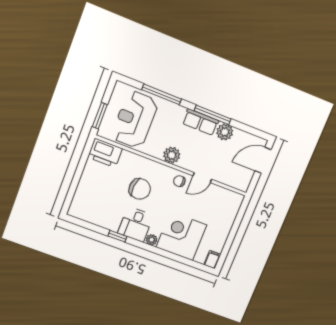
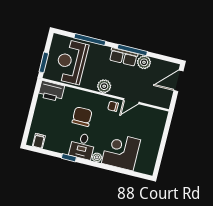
chair: (140, 189) -> (82, 117), turned -95
filing cabinet: (212, 260) -> (39, 141), moved

